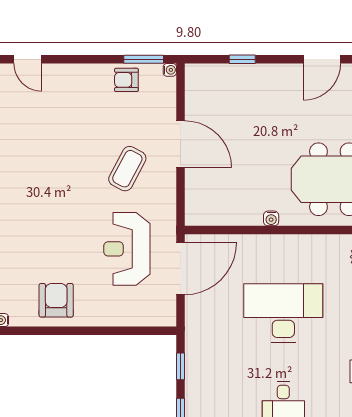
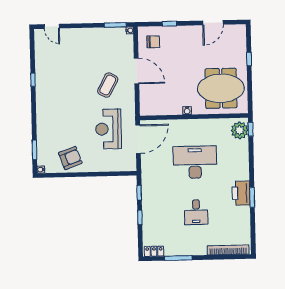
armchair: (126, 80) -> (106, 36), removed
chair: (212, 92) -> (153, 42), added
armchair: (56, 300) -> (70, 158), turned 70

